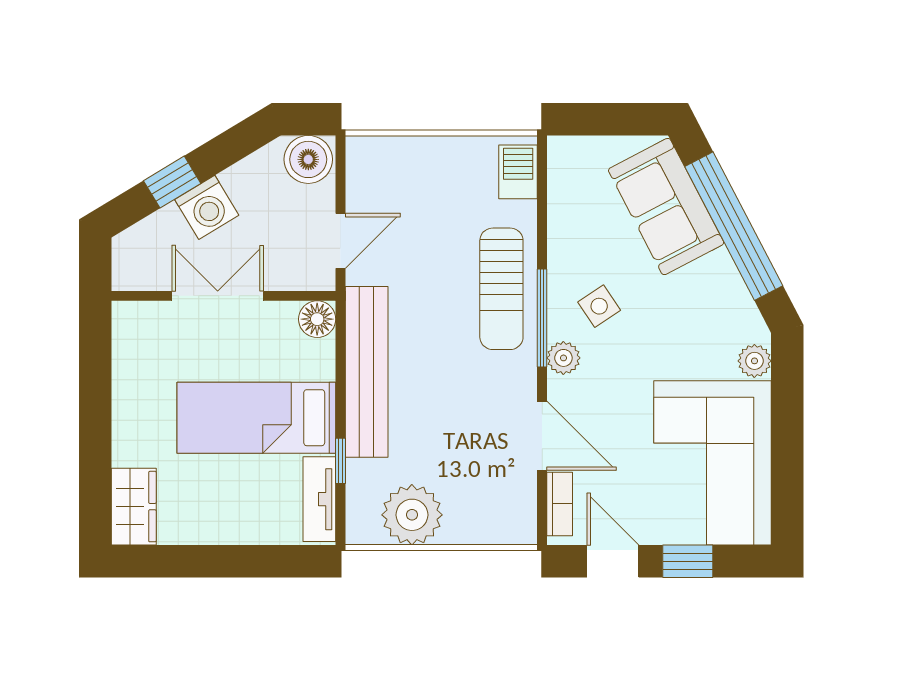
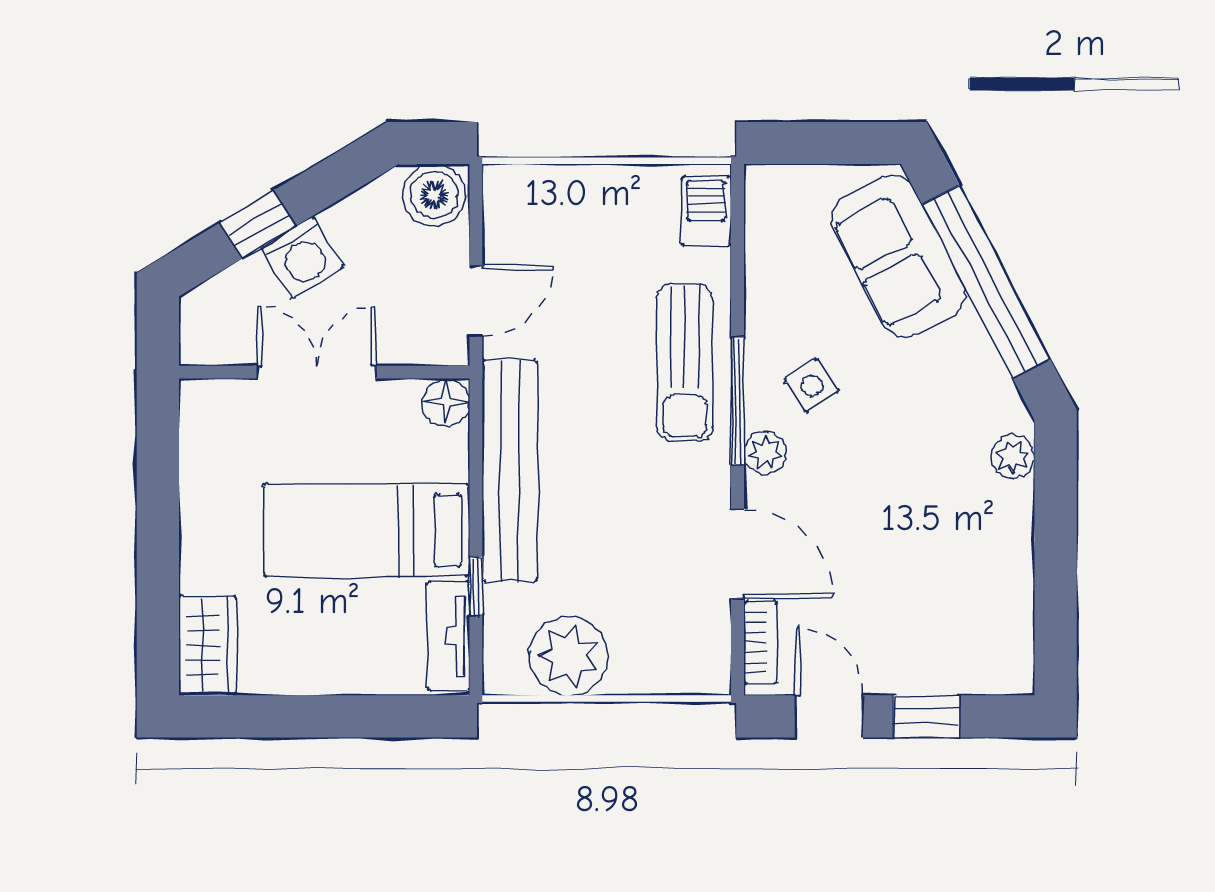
corner sofa: (712, 463) -> (959, 589), removed

